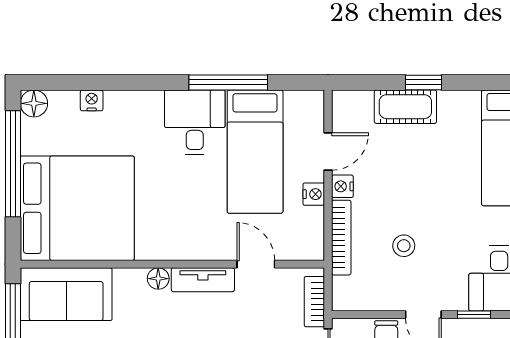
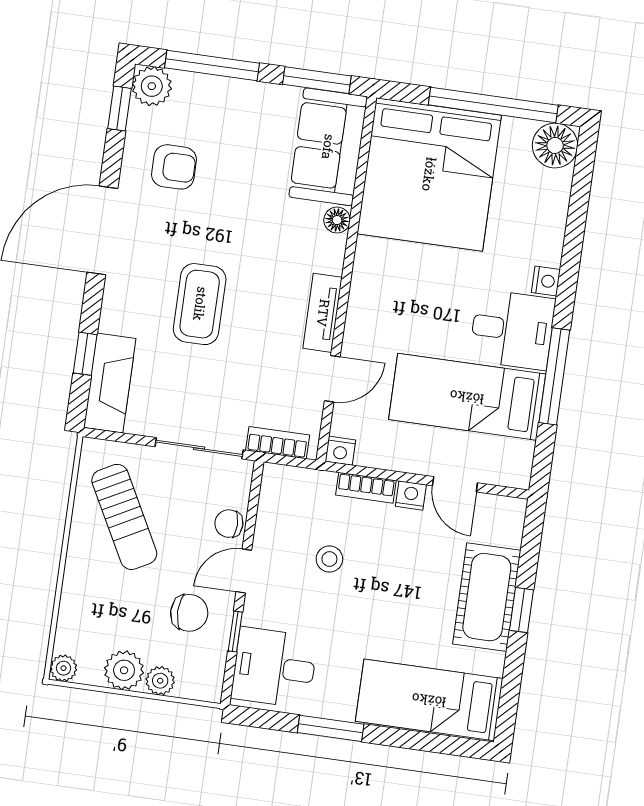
nightstand: (92, 100) -> (546, 281), moved
floor lamp: (34, 103) -> (555, 145), width x1.38, depth x1.38
cot: (405, 107) -> (487, 597), width x1.37, depth x1.34
nightstand: (314, 194) -> (340, 451), moved
bookcase: (341, 238) -> (366, 488), width x0.64
floor lamp: (158, 279) -> (337, 220), moved

